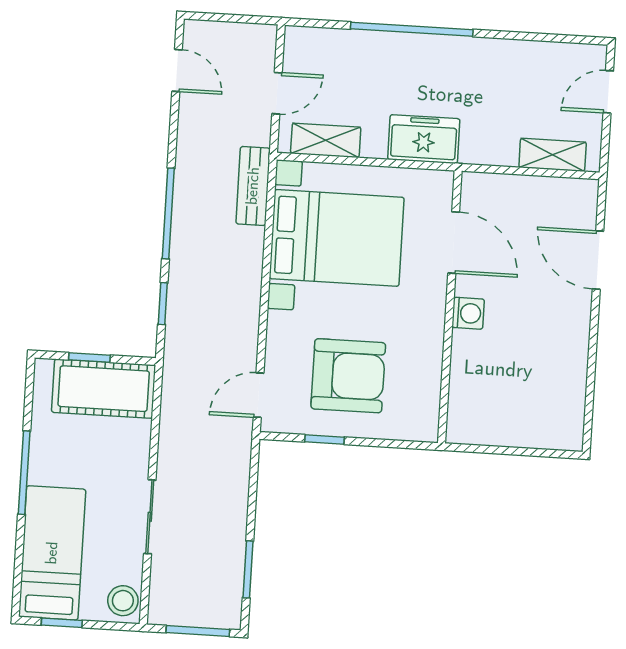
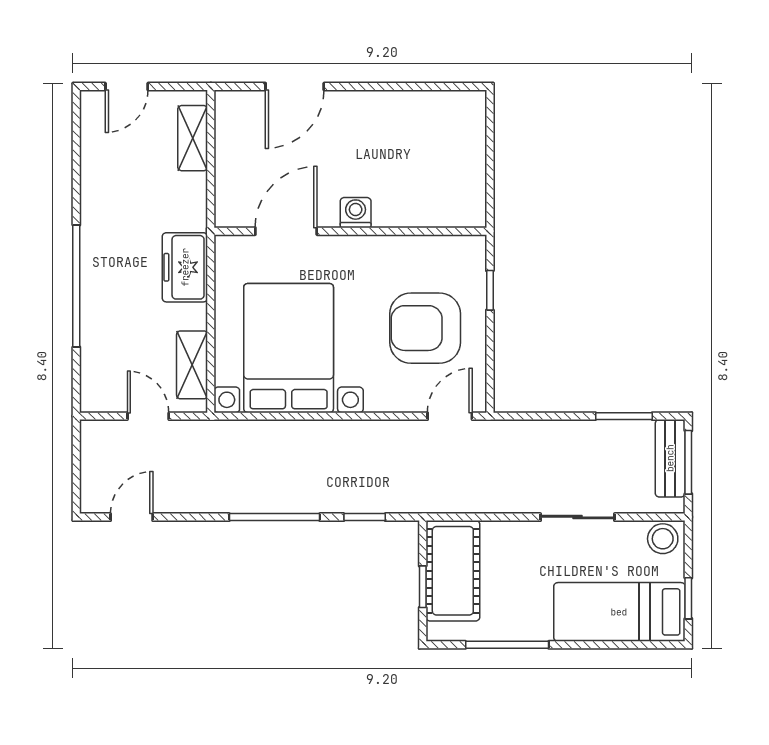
door: (608, 92) -> (127, 87), hinge flipped
bench: (253, 186) -> (670, 458), moved, turned 90
armchair: (348, 376) -> (425, 328), turned -90
door: (259, 395) -> (450, 416), swing flipped
window: (325, 439) -> (490, 290), moved
window: (24, 473) -> (507, 645), moved

